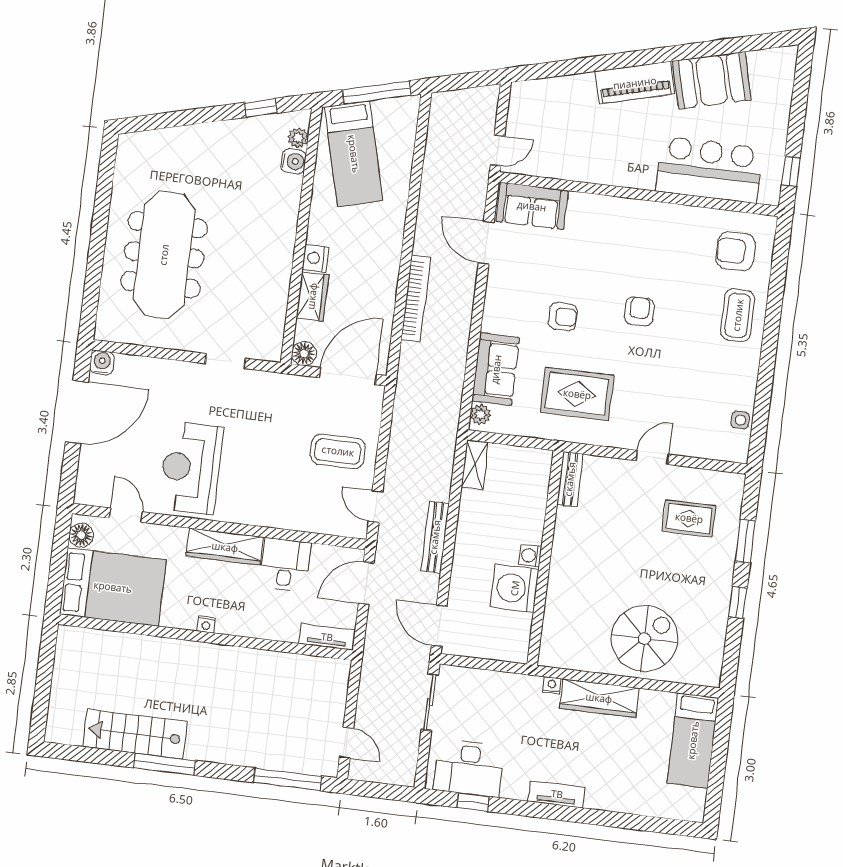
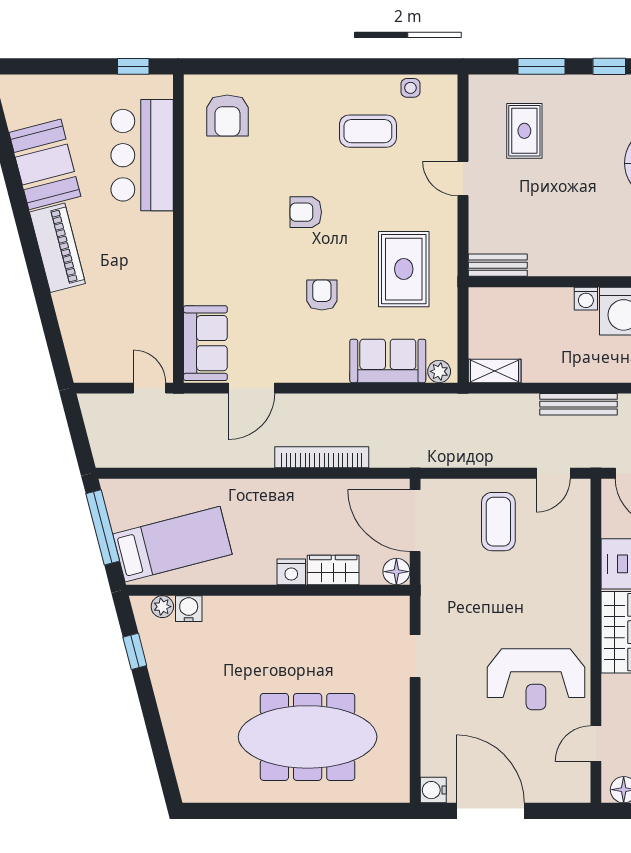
coffee table: (738, 315) -> (368, 131), moved

